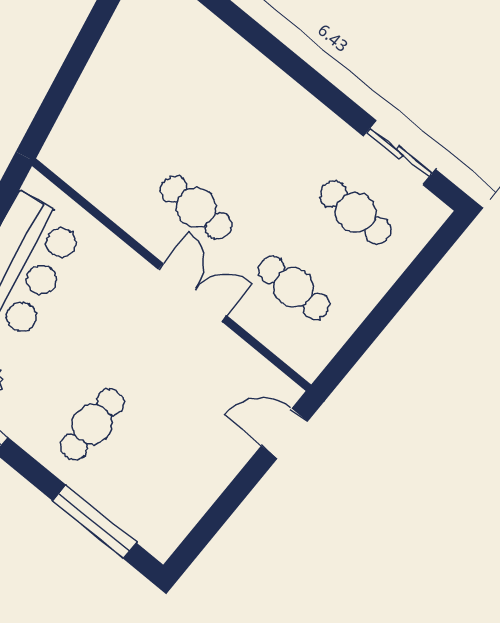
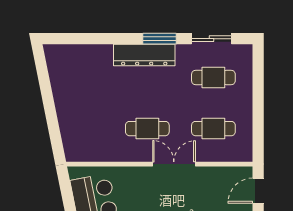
window: (323, 90) -> (159, 39), added
dresser: (281, 95) -> (144, 55), added

